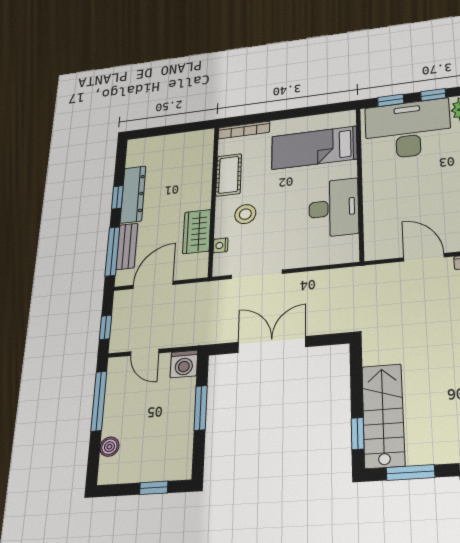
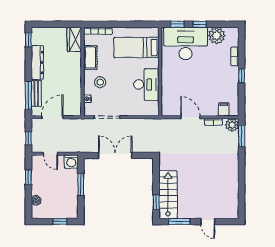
window: (117, 197) -> (28, 40), moved
wardrobe: (197, 232) -> (74, 39), moved
window: (99, 401) -> (28, 177), width x0.46

